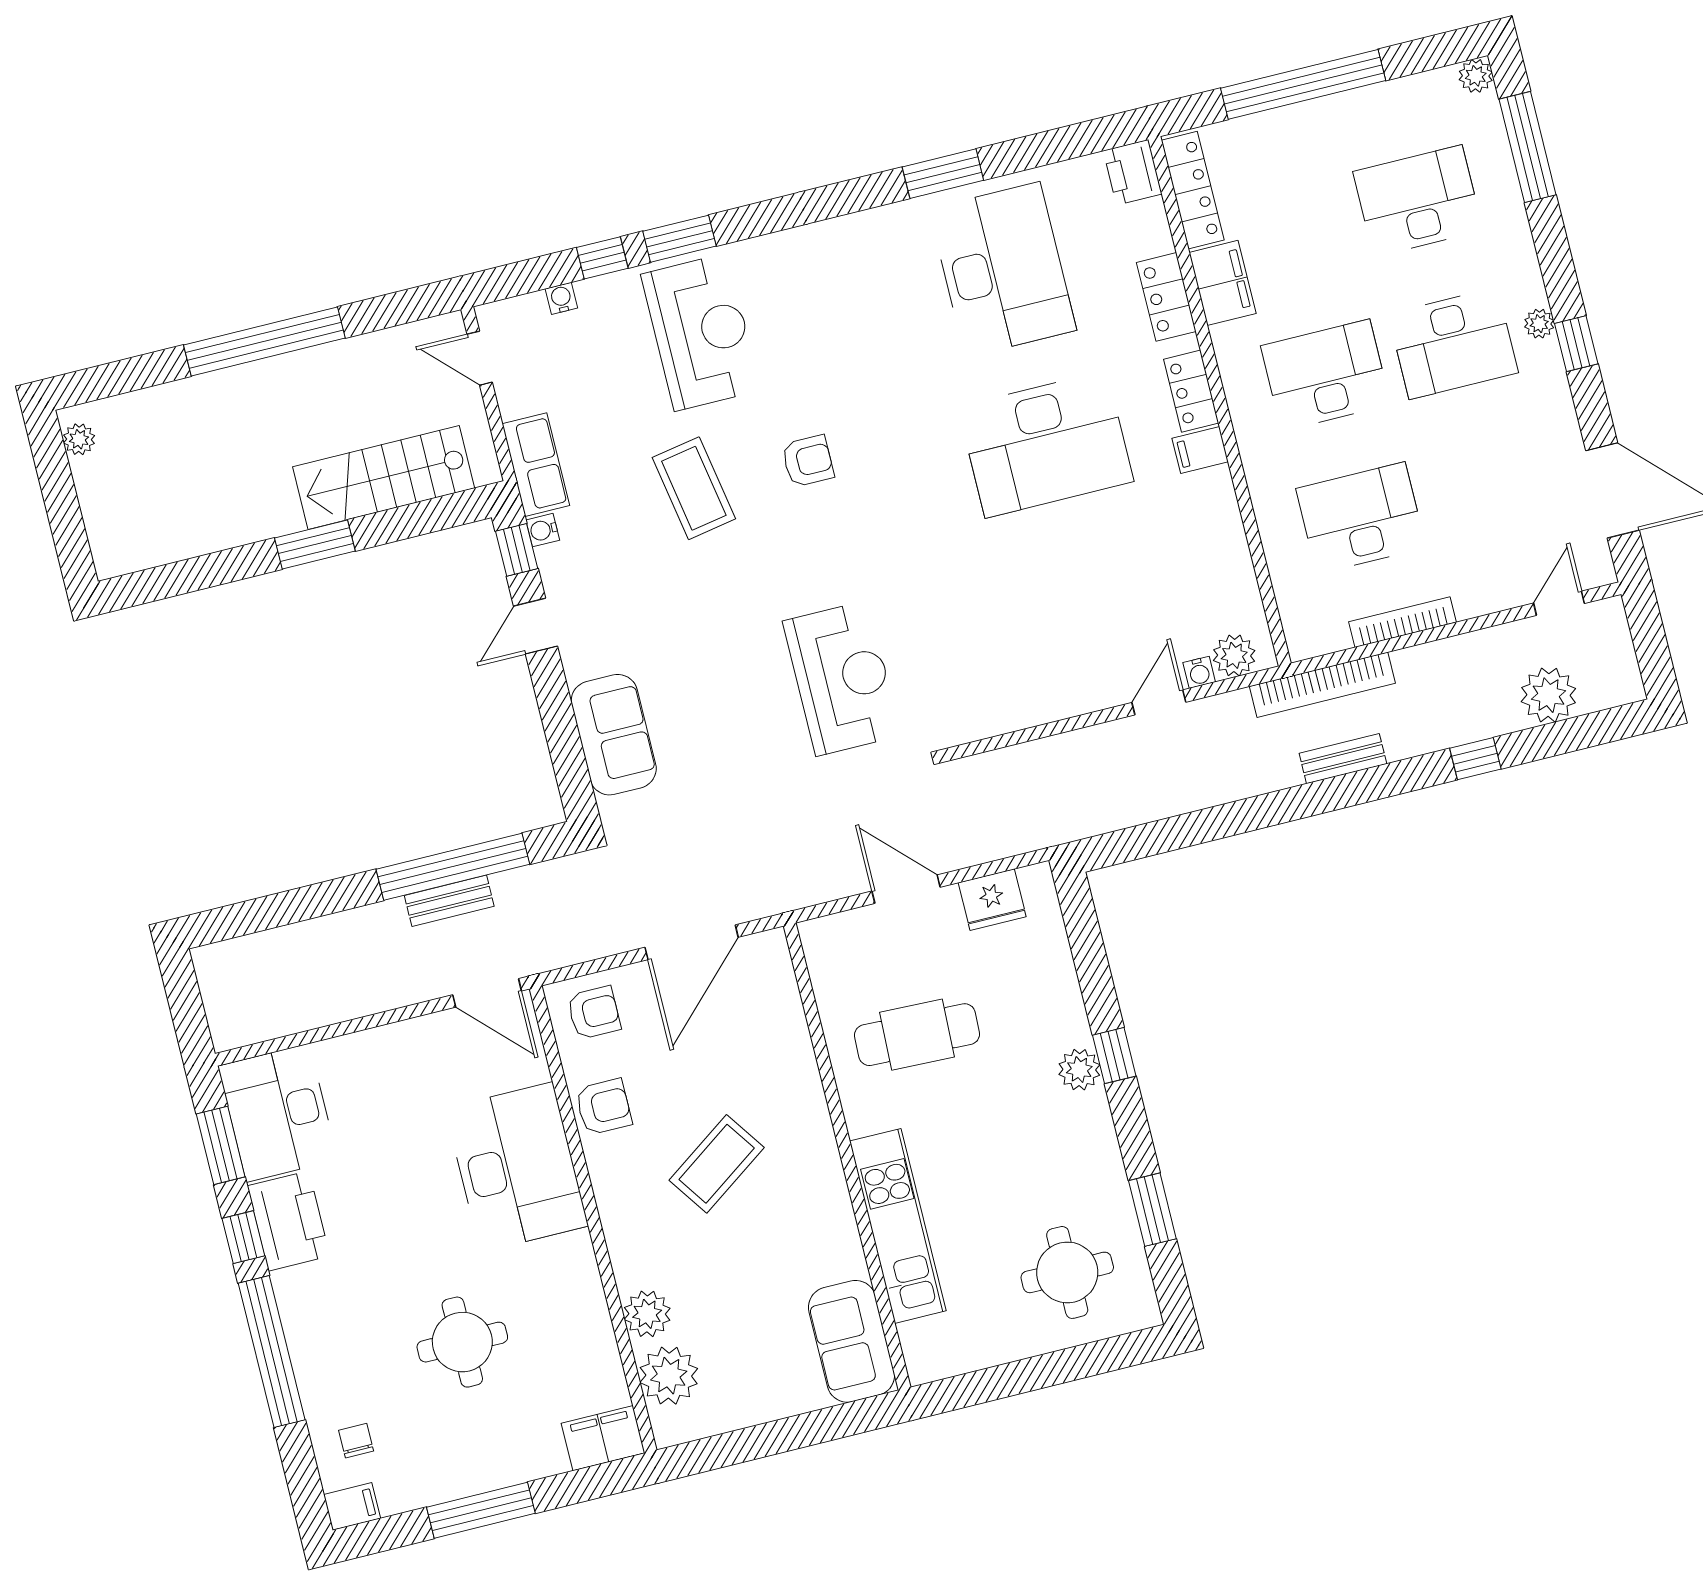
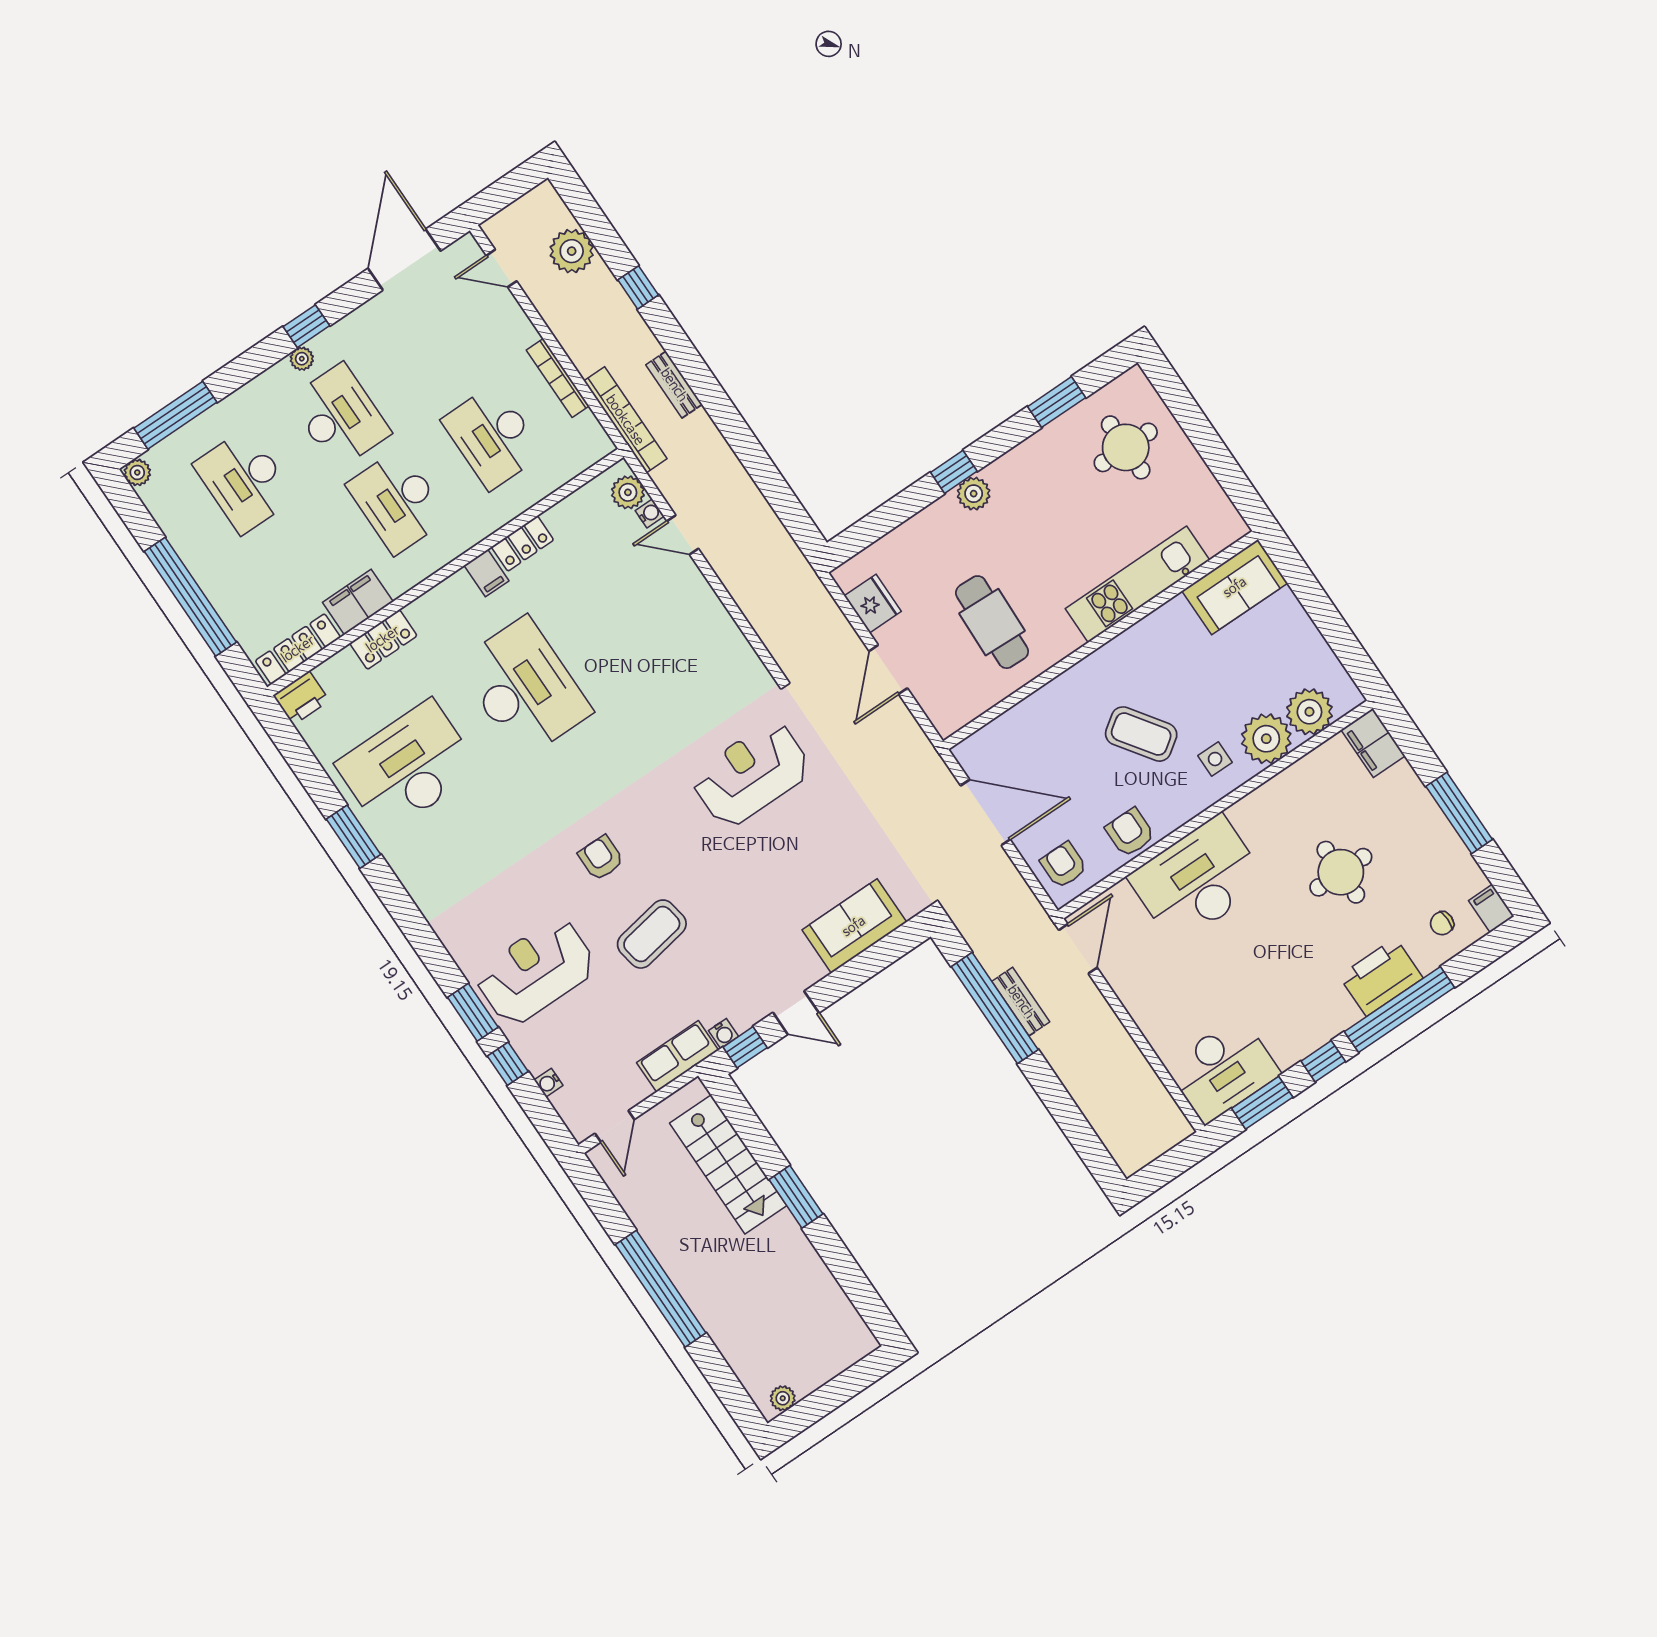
locker: (1191, 391) -> (522, 543), moved
printer: (289, 1221) -> (1381, 977), moved
side table: (654, 1241) -> (1215, 759), added
plant: (647, 1314) -> (1266, 739), width x1.36, depth x1.36

